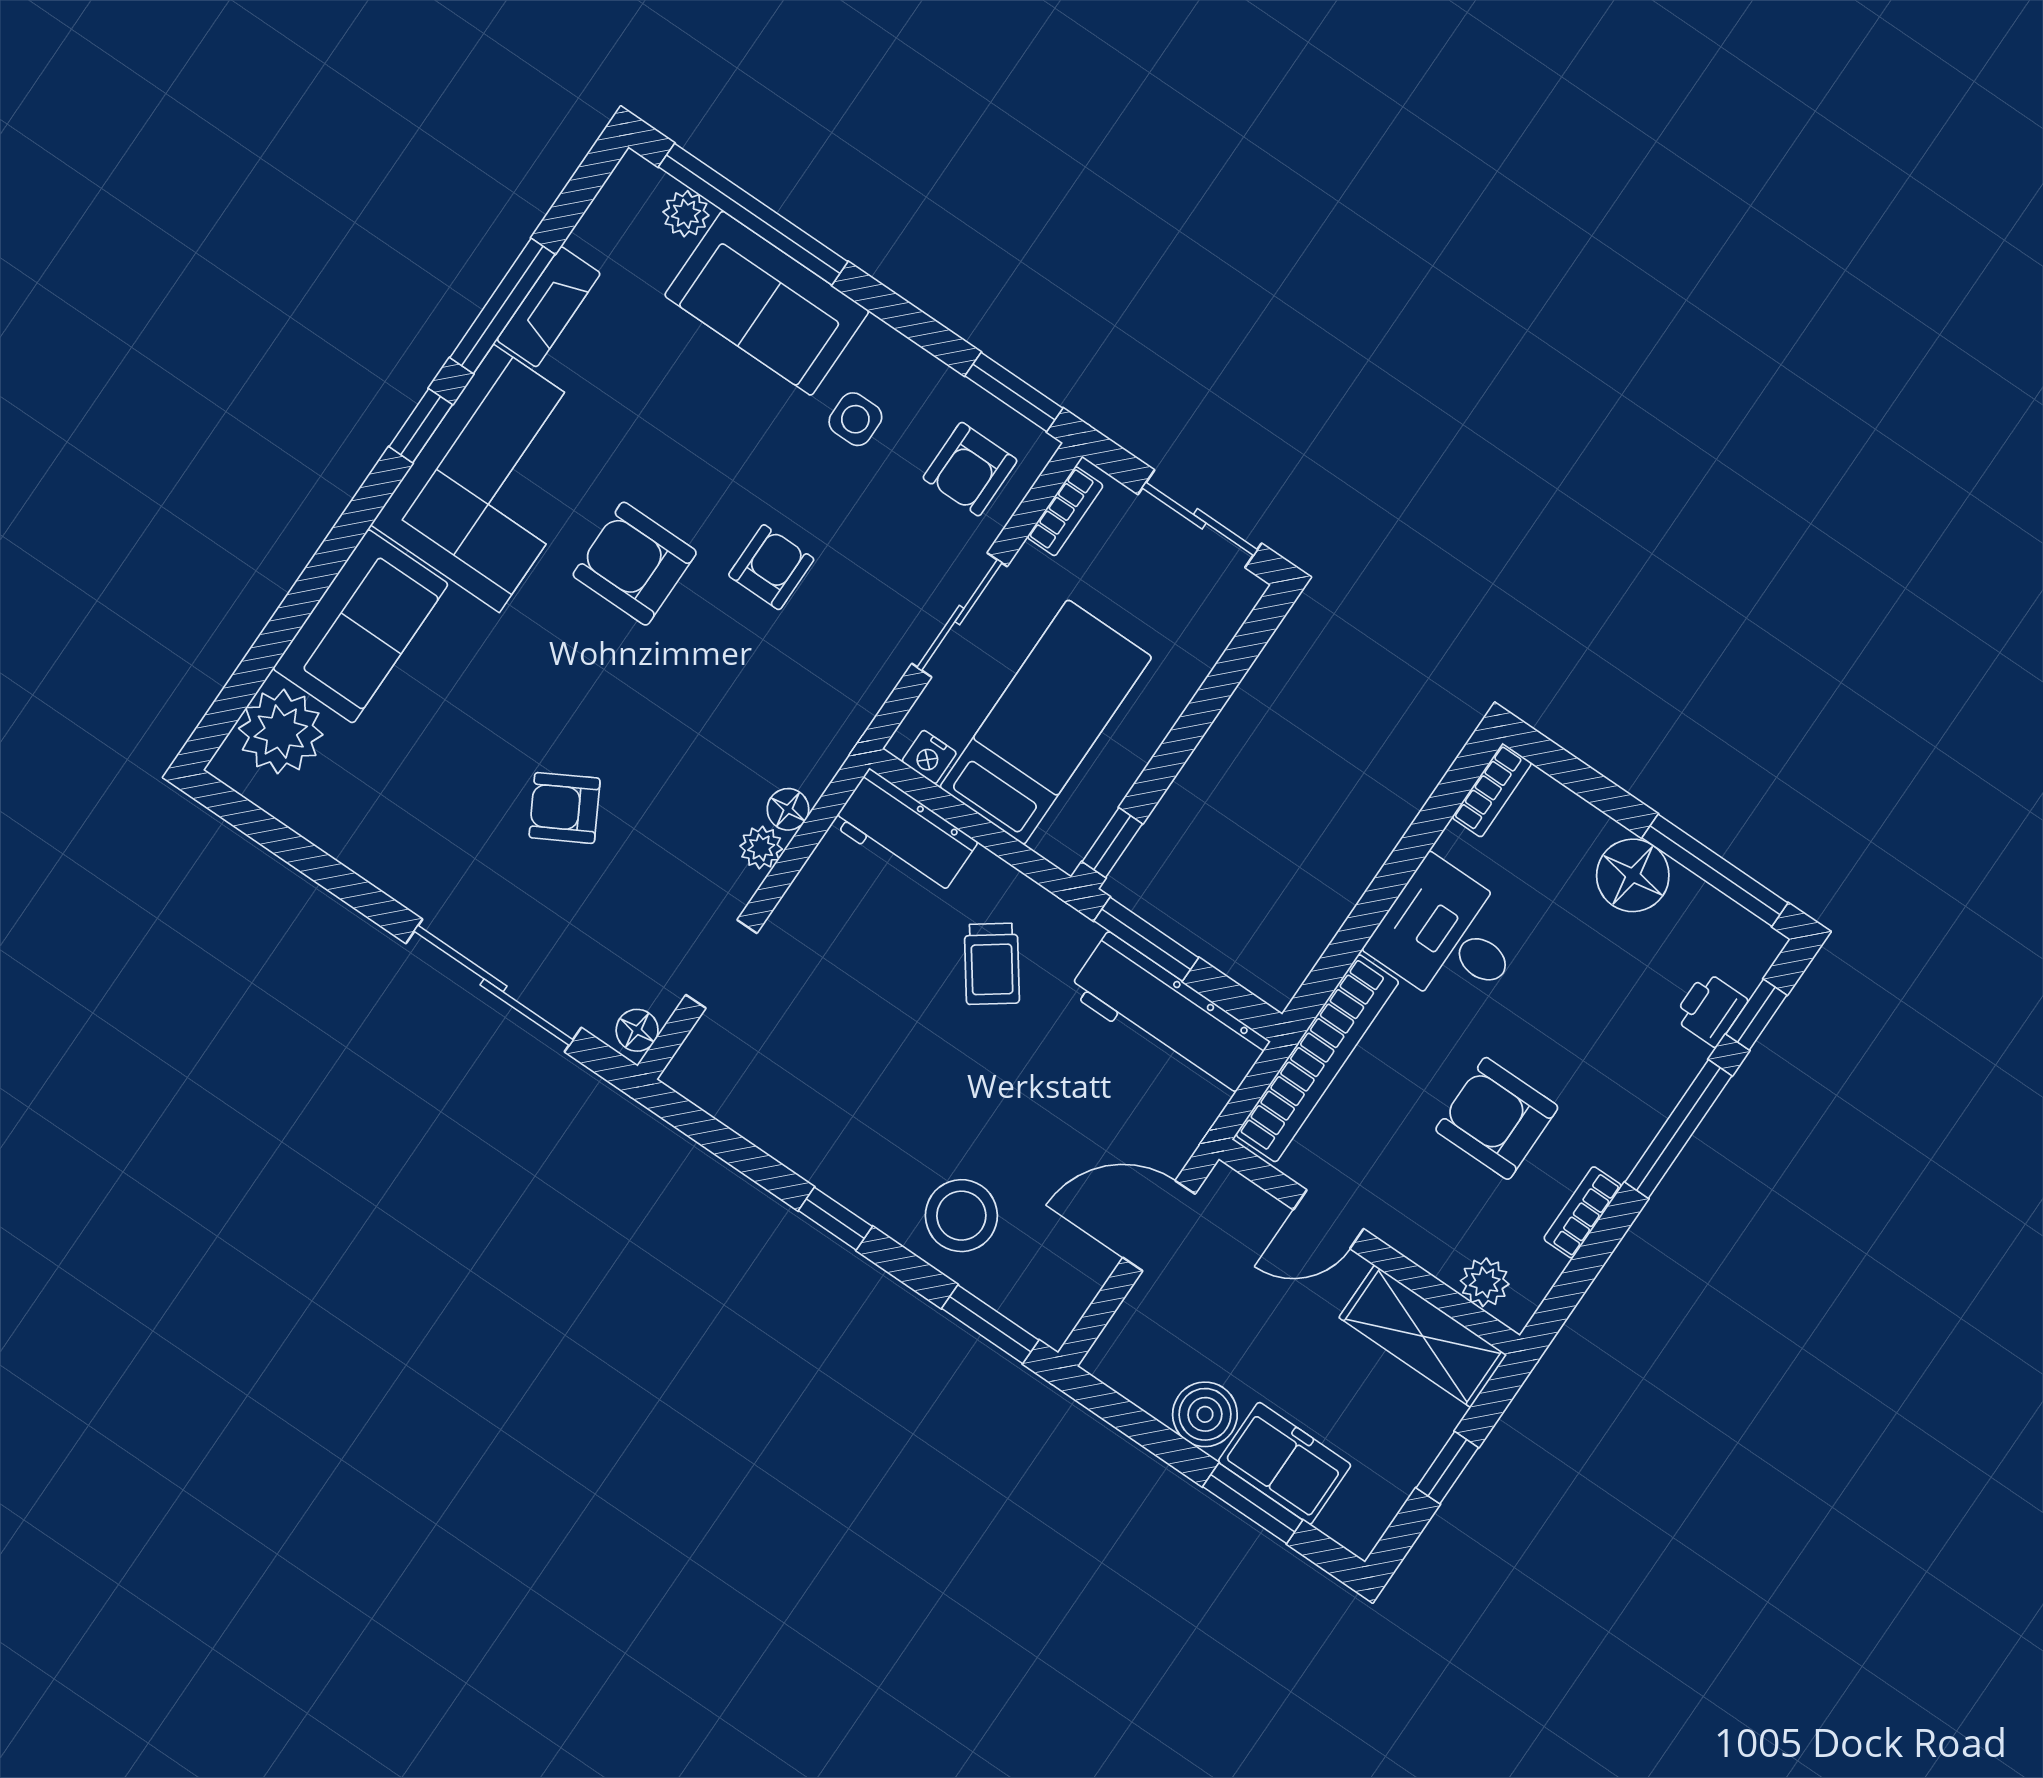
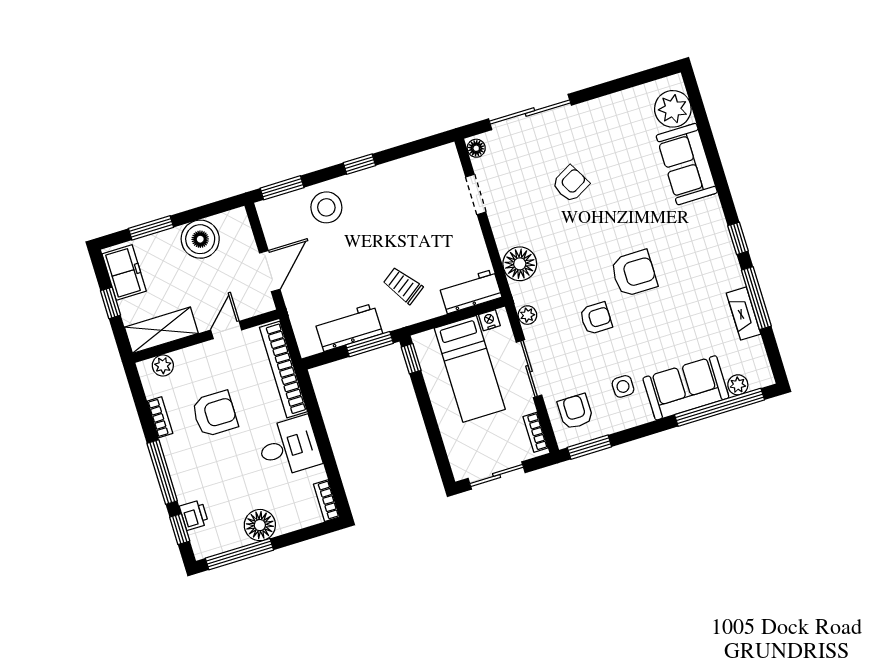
corner sofa: (496, 478) -> (700, 250), removed
armchair: (771, 567) -> (596, 318), turned -90
floor lamp: (788, 809) -> (520, 264), width x1.89, depth x1.89
plant: (761, 848) -> (527, 315), moved
workbench: (1169, 1016) -> (349, 327), width x0.73
boiler: (1205, 1414) -> (200, 239), width x1.37, depth x1.37
freezer: (1285, 1463) -> (124, 272), moved, turned -90

